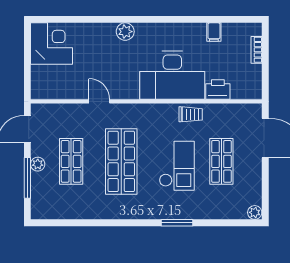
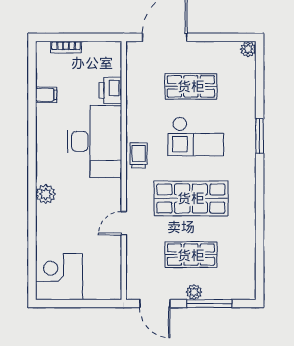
trolley: (191, 114) -> (139, 155), moved
checkout: (177, 166) -> (196, 136), turned 180

